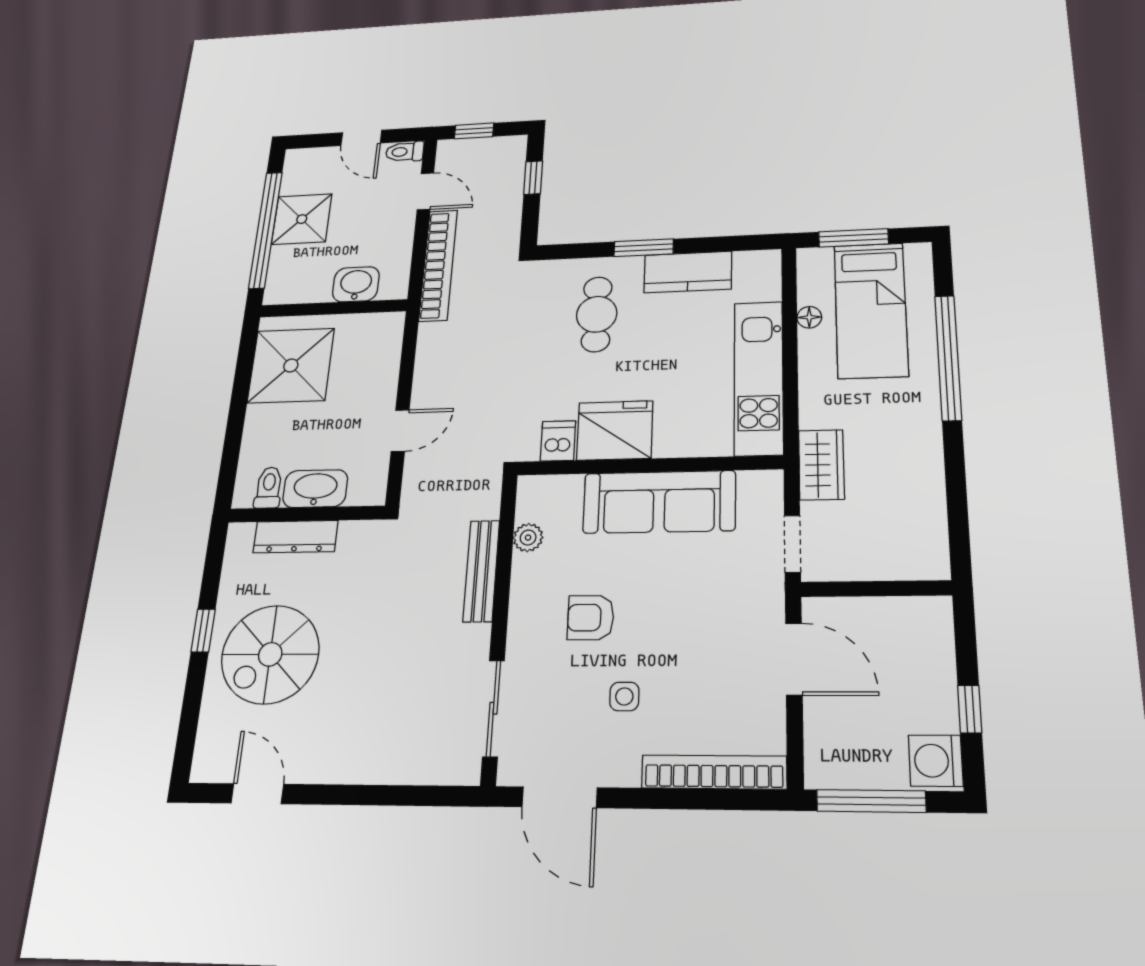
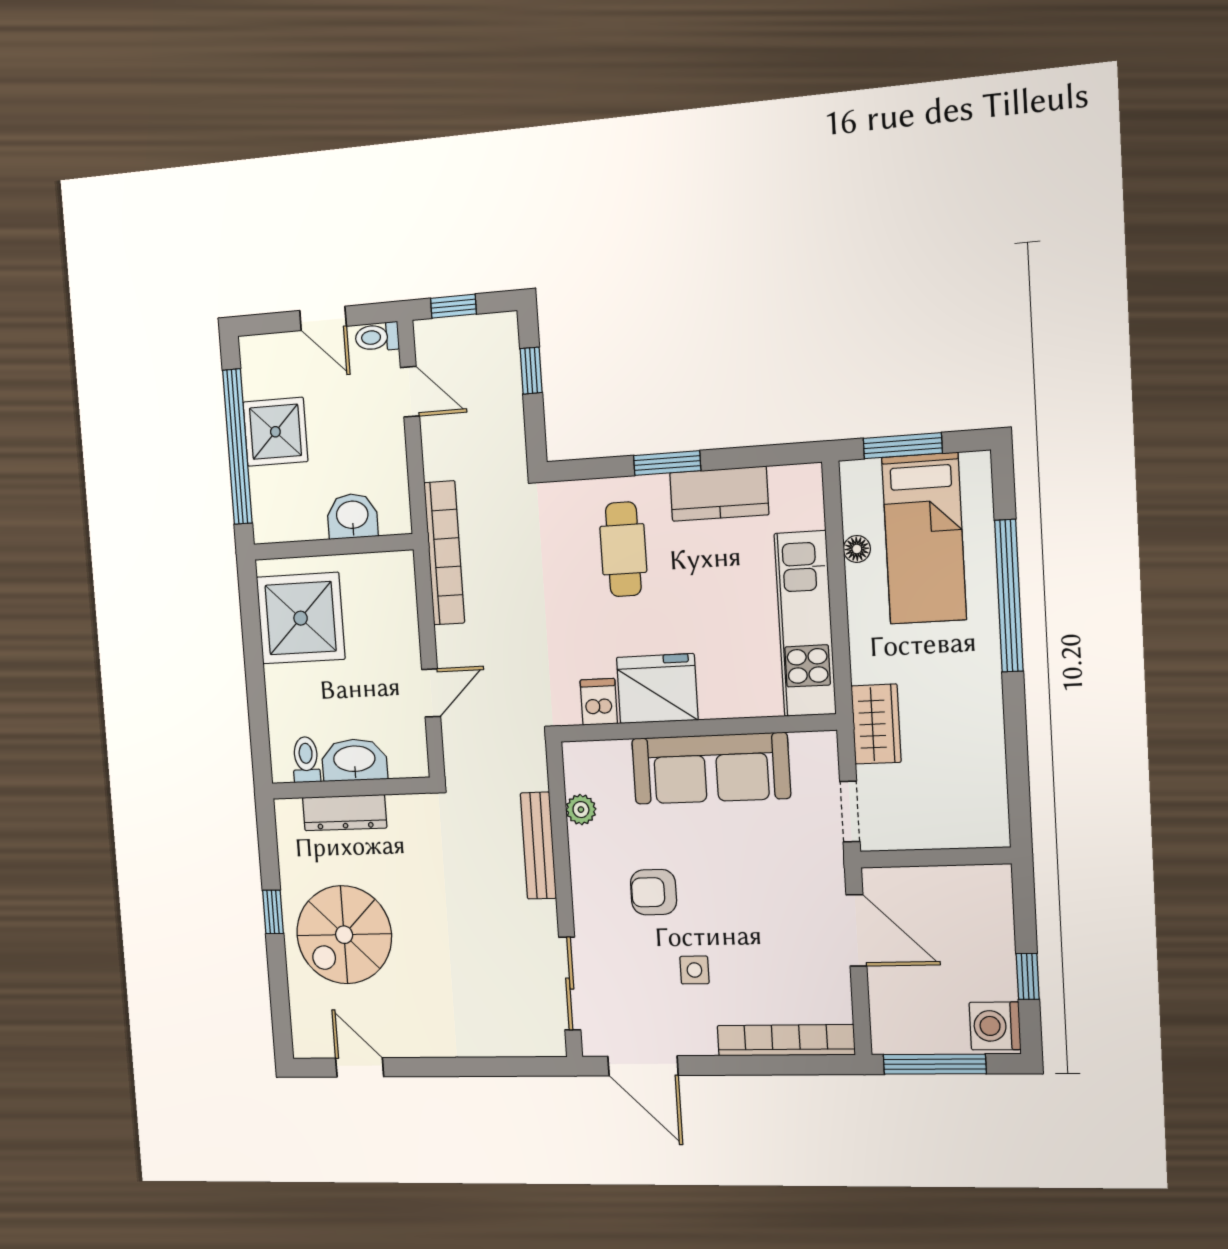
bookcase: (438, 265) -> (444, 553), moved

